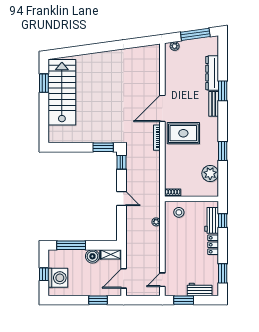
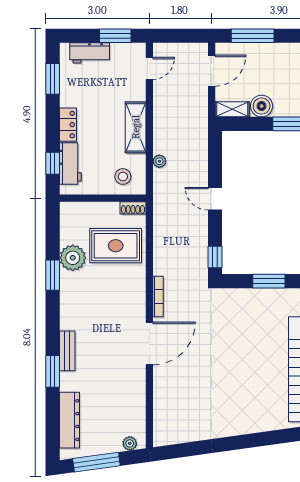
dresser: (212, 73) -> (69, 420), moved
rug: (183, 133) -> (116, 246), moved
window: (103, 147) -> (269, 281), moved
plant: (210, 173) -> (73, 258), moved
shelving: (171, 243) -> (136, 127), added
window: (98, 300) -> (253, 36), width x1.44

